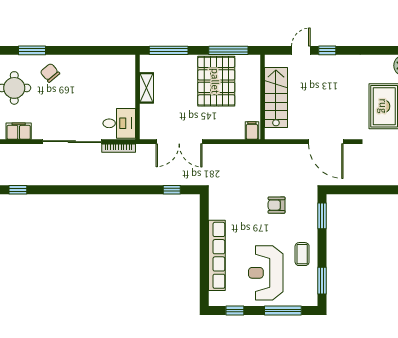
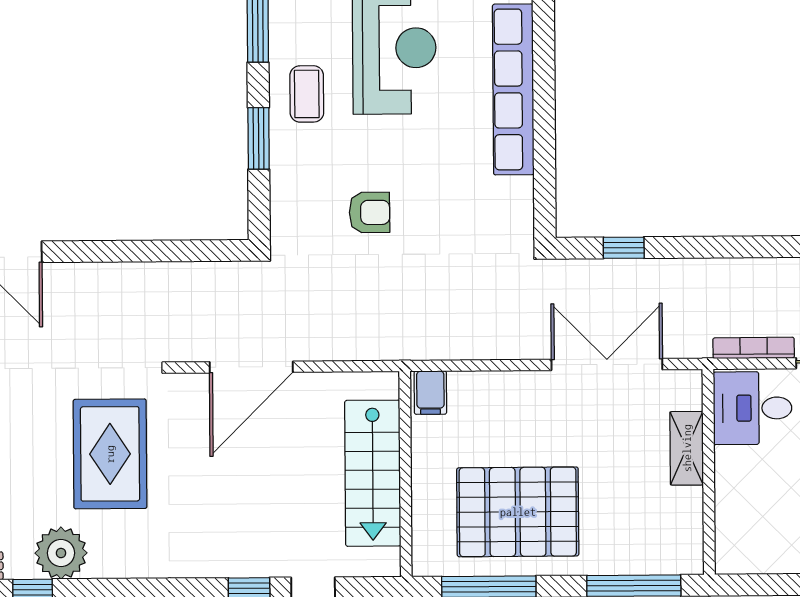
pallet: (216, 81) -> (518, 512), turned 90
shelving: (146, 88) -> (687, 448), moved
door: (326, 142) -> (251, 367), swing flipped
window: (322, 216) -> (259, 138), moved

